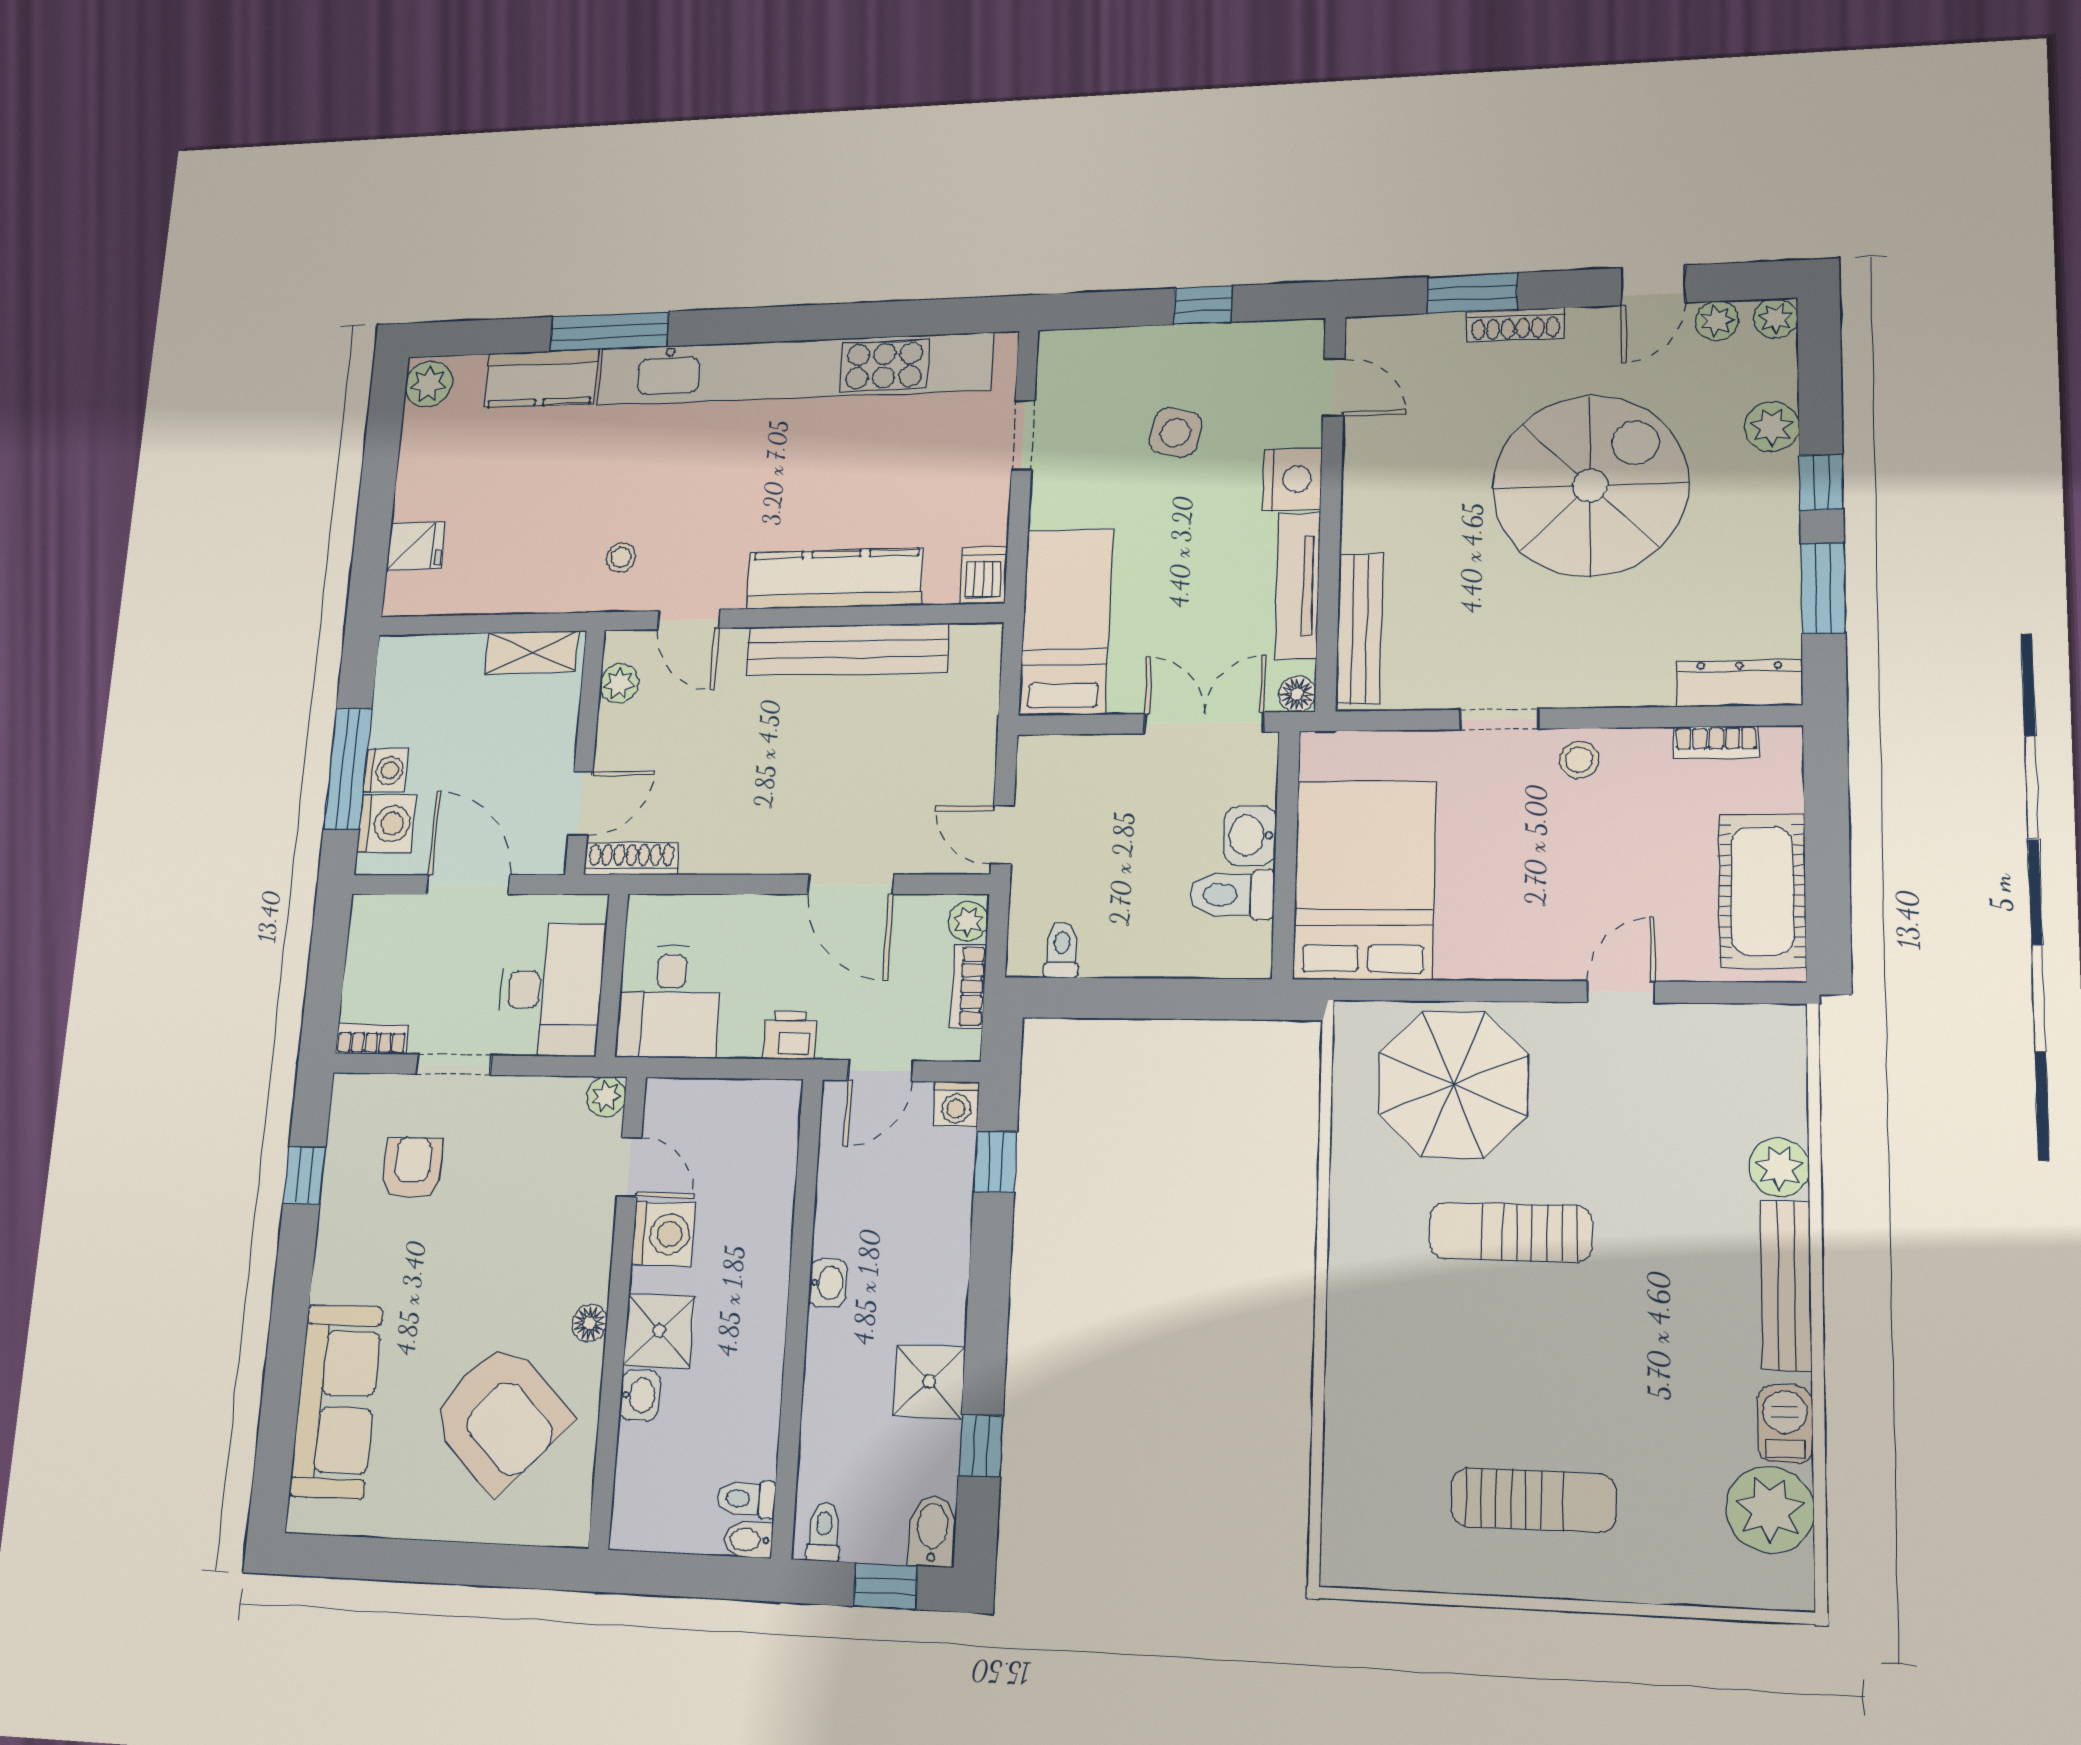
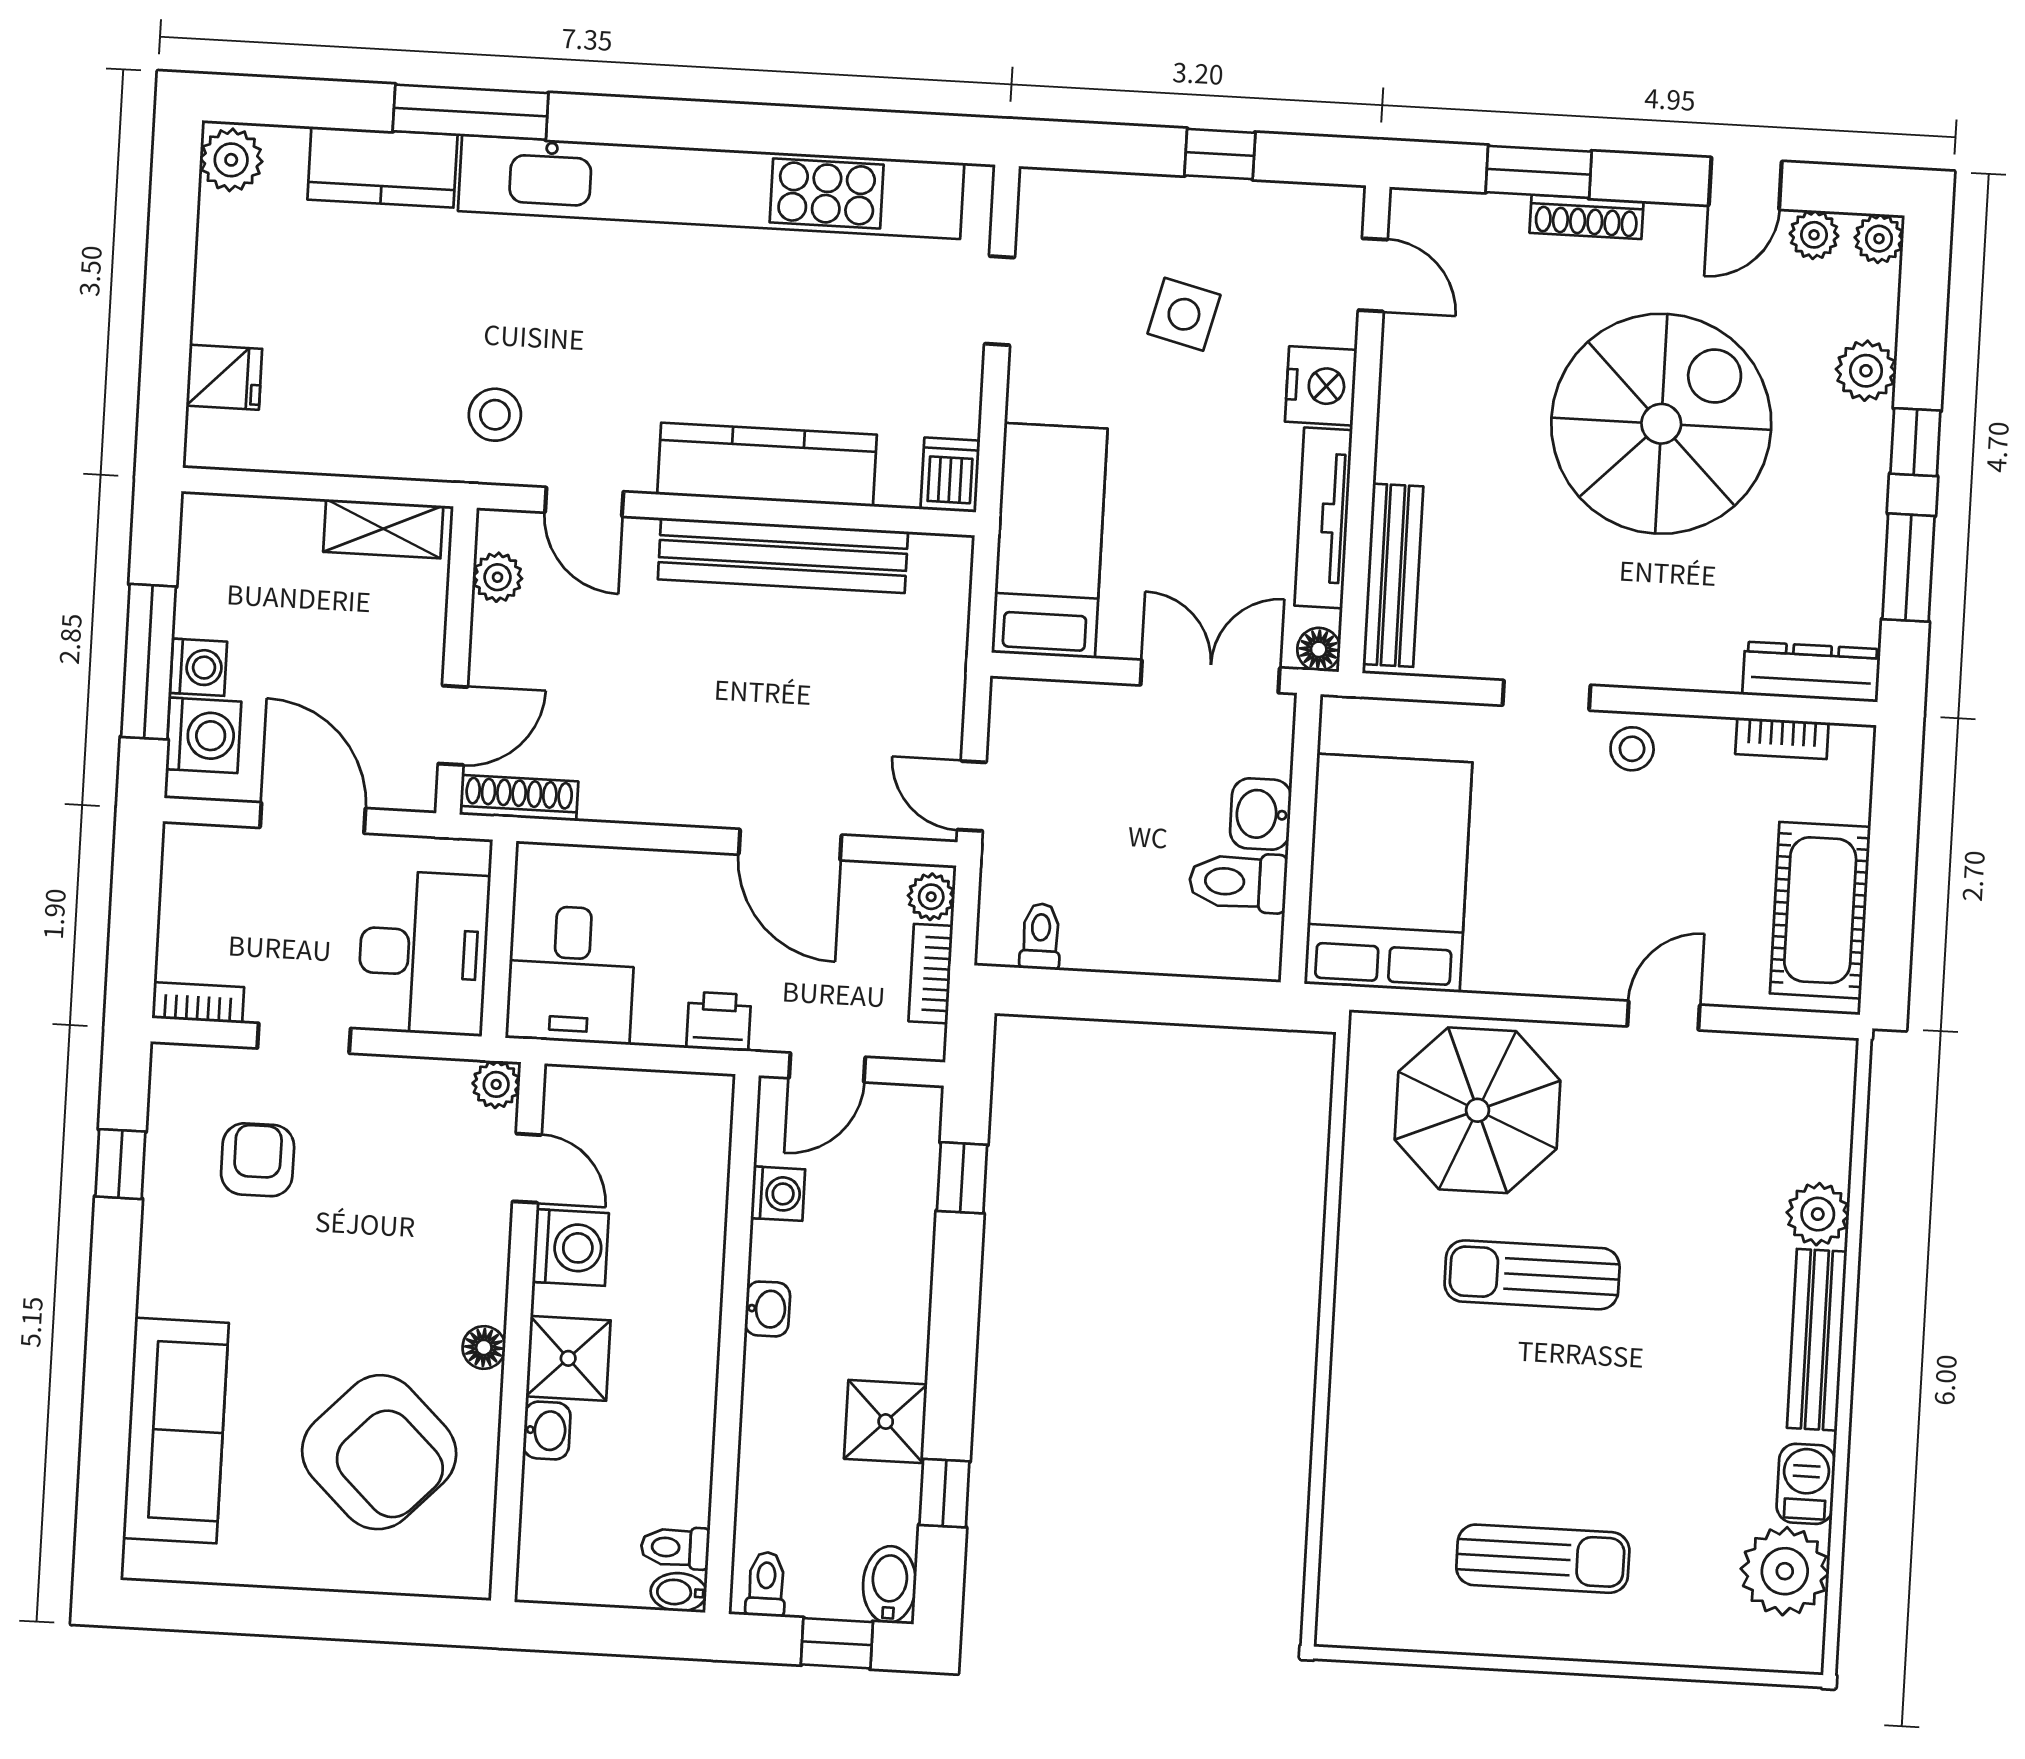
stool: (621, 557) -> (495, 415), width x1.37, depth x1.37
washing machine: (956, 1104) -> (778, 1194), moved, turned -90

